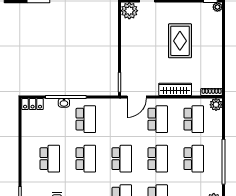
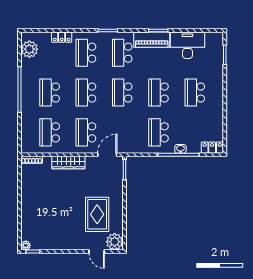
rug: (180, 41) -> (97, 214), moved
plant: (216, 105) -> (27, 147), removed

